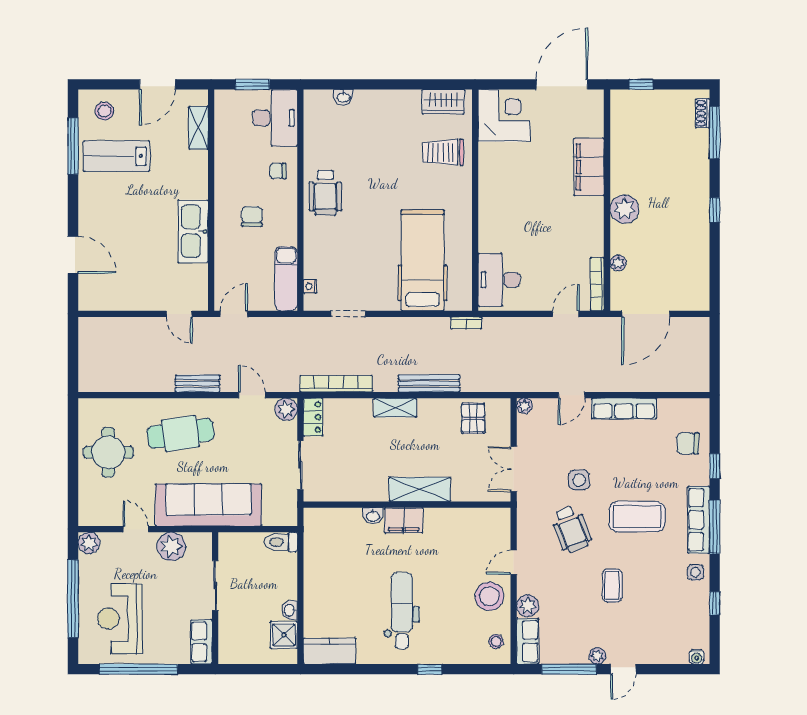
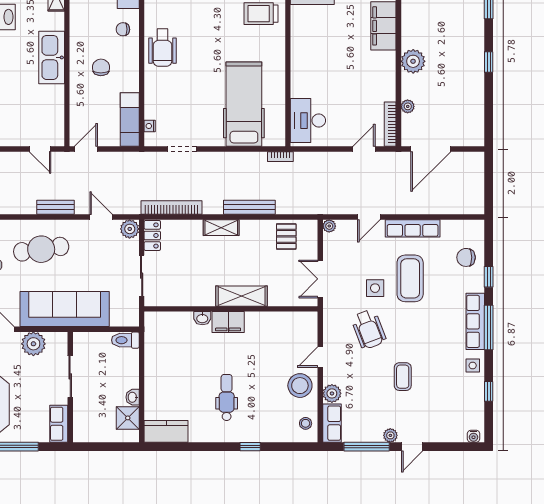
kitchen sink: (193, 231) -> (52, 57), moved
coffee table: (637, 517) -> (410, 278), moved, turned 90
dental chair: (402, 611) -> (227, 397), width x0.73, depth x0.72

